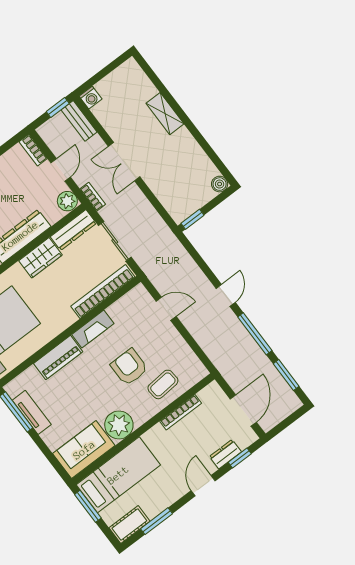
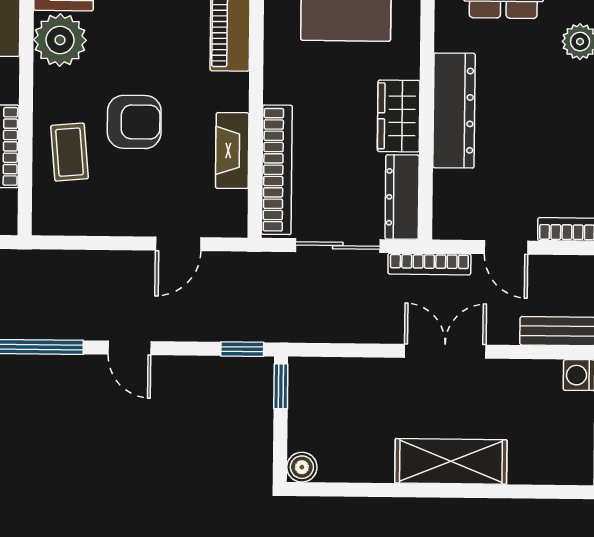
shelving: (165, 114) -> (451, 461), width x1.50, depth x1.33
bookcase: (93, 197) -> (429, 264), width x1.56
plant: (67, 201) -> (452, 221), removed
window: (189, 248) -> (242, 349), added
fireplace: (93, 329) -> (232, 151), moved

